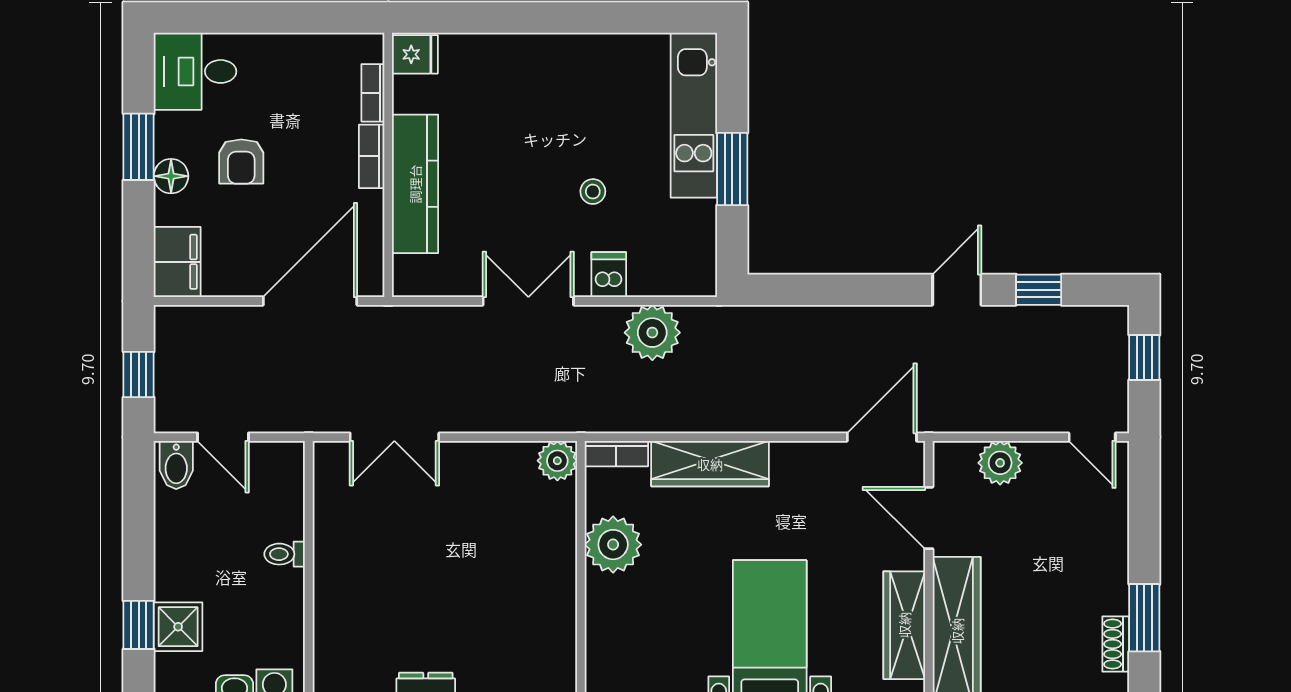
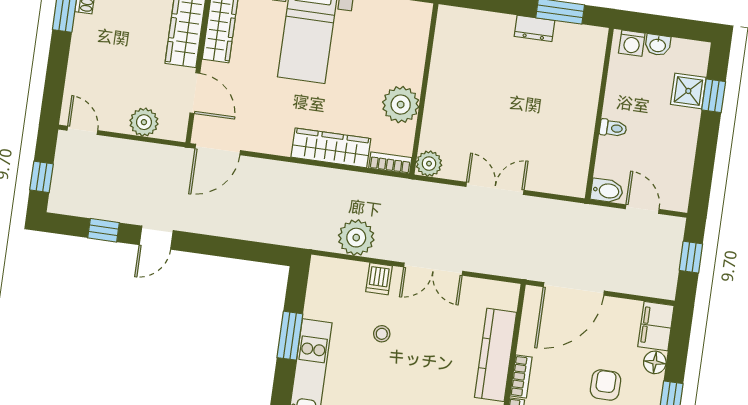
floor lamp: (171, 176) -> (655, 362), moved
double door: (394, 437) -> (495, 188), moved
bidet: (176, 465) -> (607, 191), moved, turned 90

